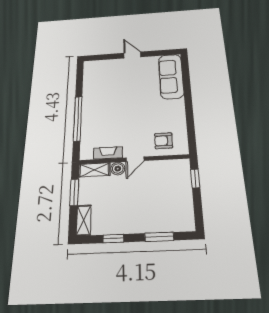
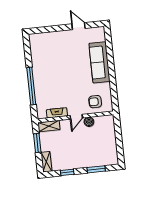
door: (132, 55) -> (78, 26), moved
sofa: (171, 76) -> (100, 62), moved
boiler: (118, 169) -> (89, 122), moved
window: (195, 178) -> (118, 129), removed

